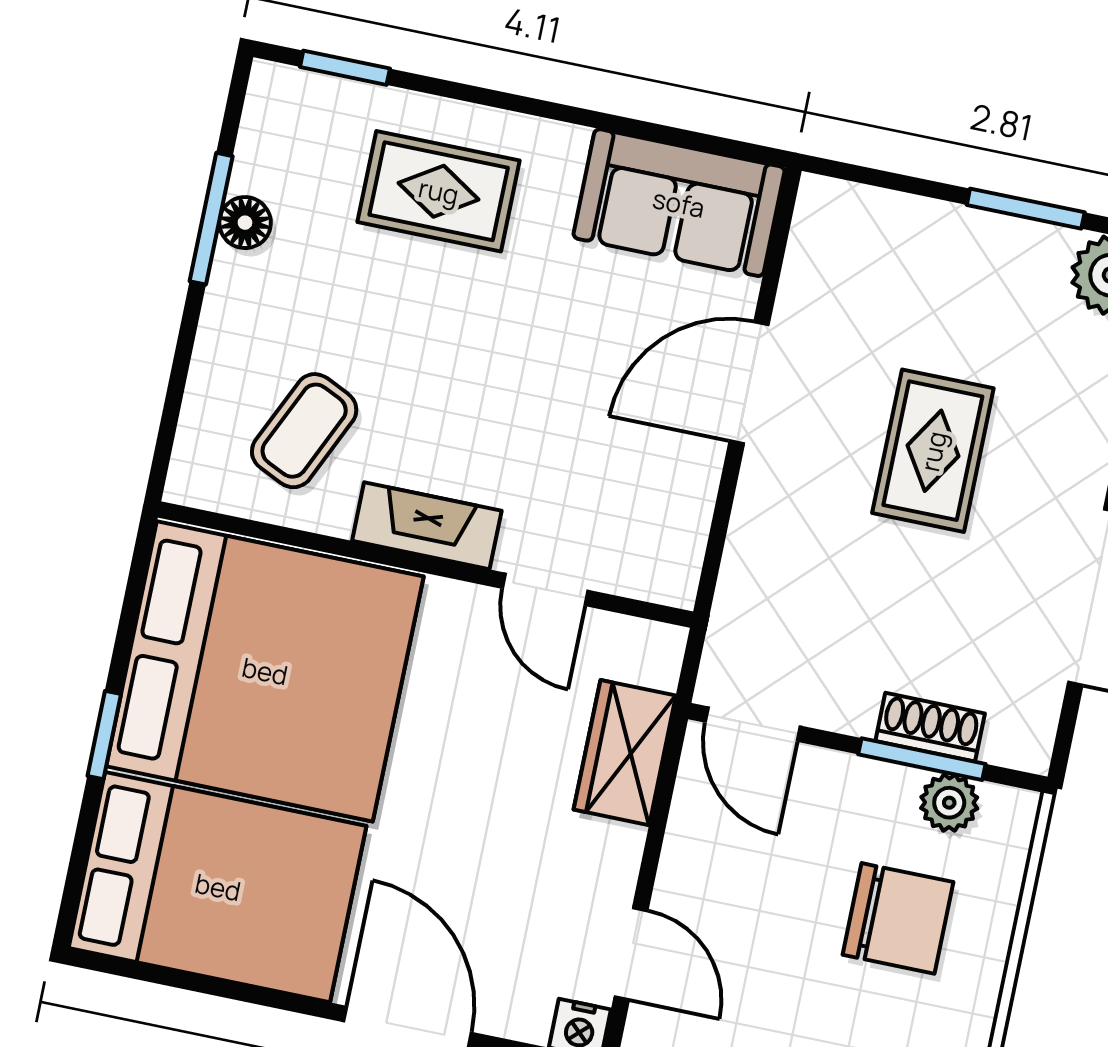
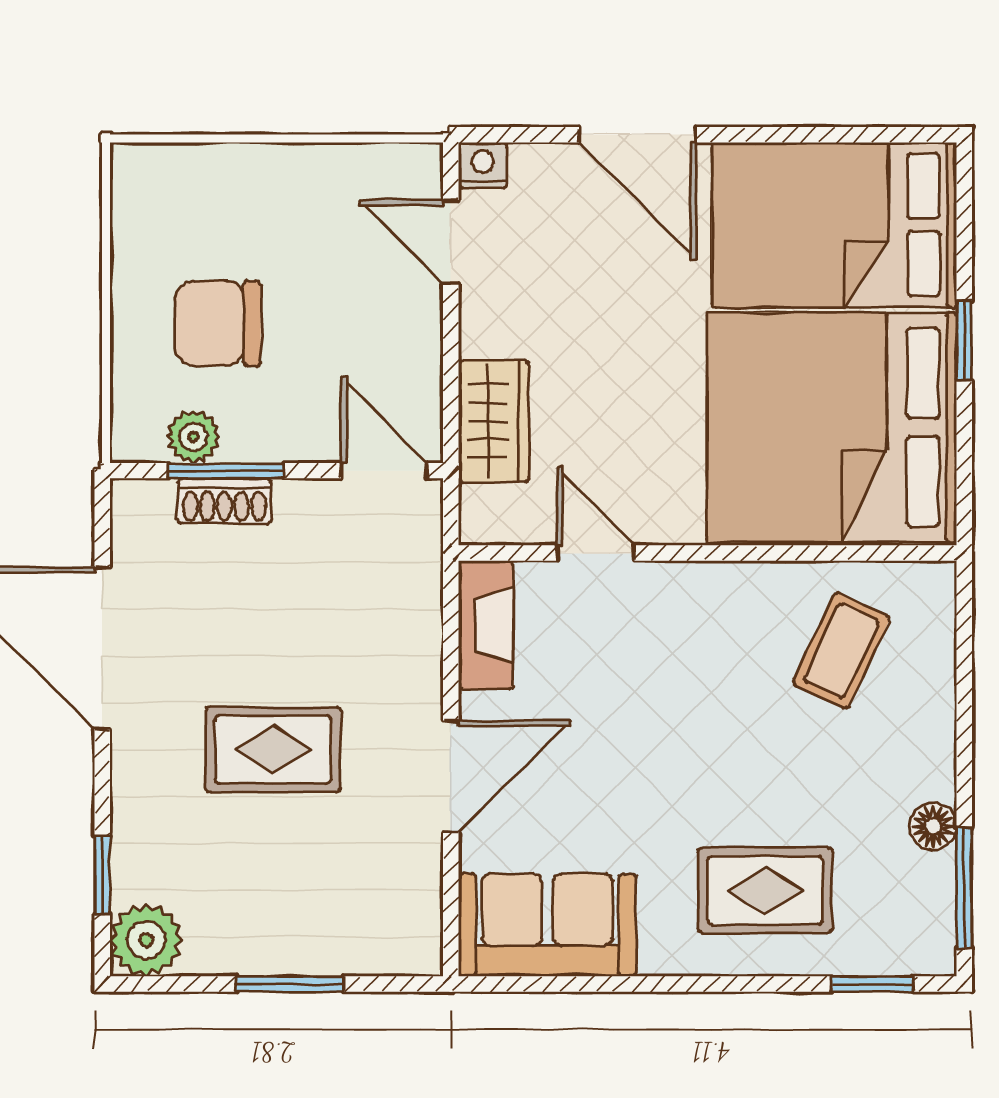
window: (1026, 209) -> (290, 984), moved
window: (211, 219) -> (964, 888), moved
rug: (933, 451) -> (273, 750), turned 90
fireplace: (427, 526) -> (486, 625), moved, turned -90

